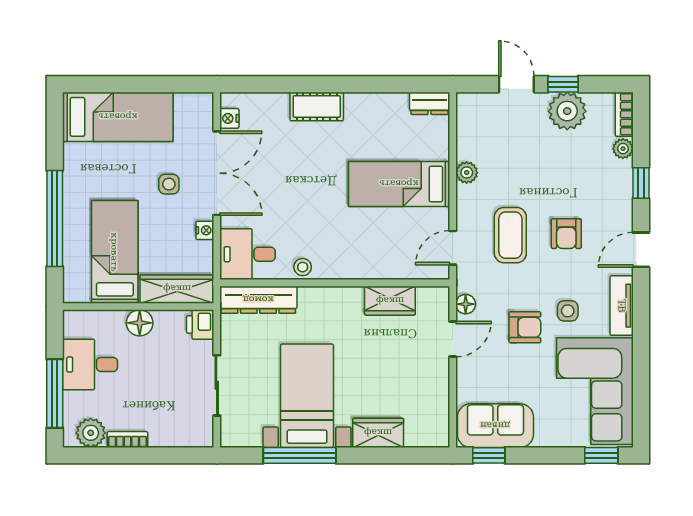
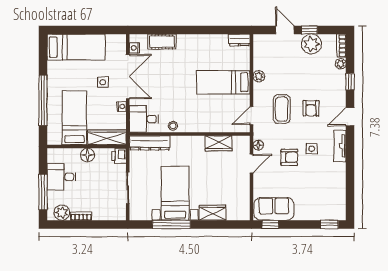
cot: (317, 106) -> (162, 42), moved
corner sofa: (595, 391) -> (326, 191), removed

